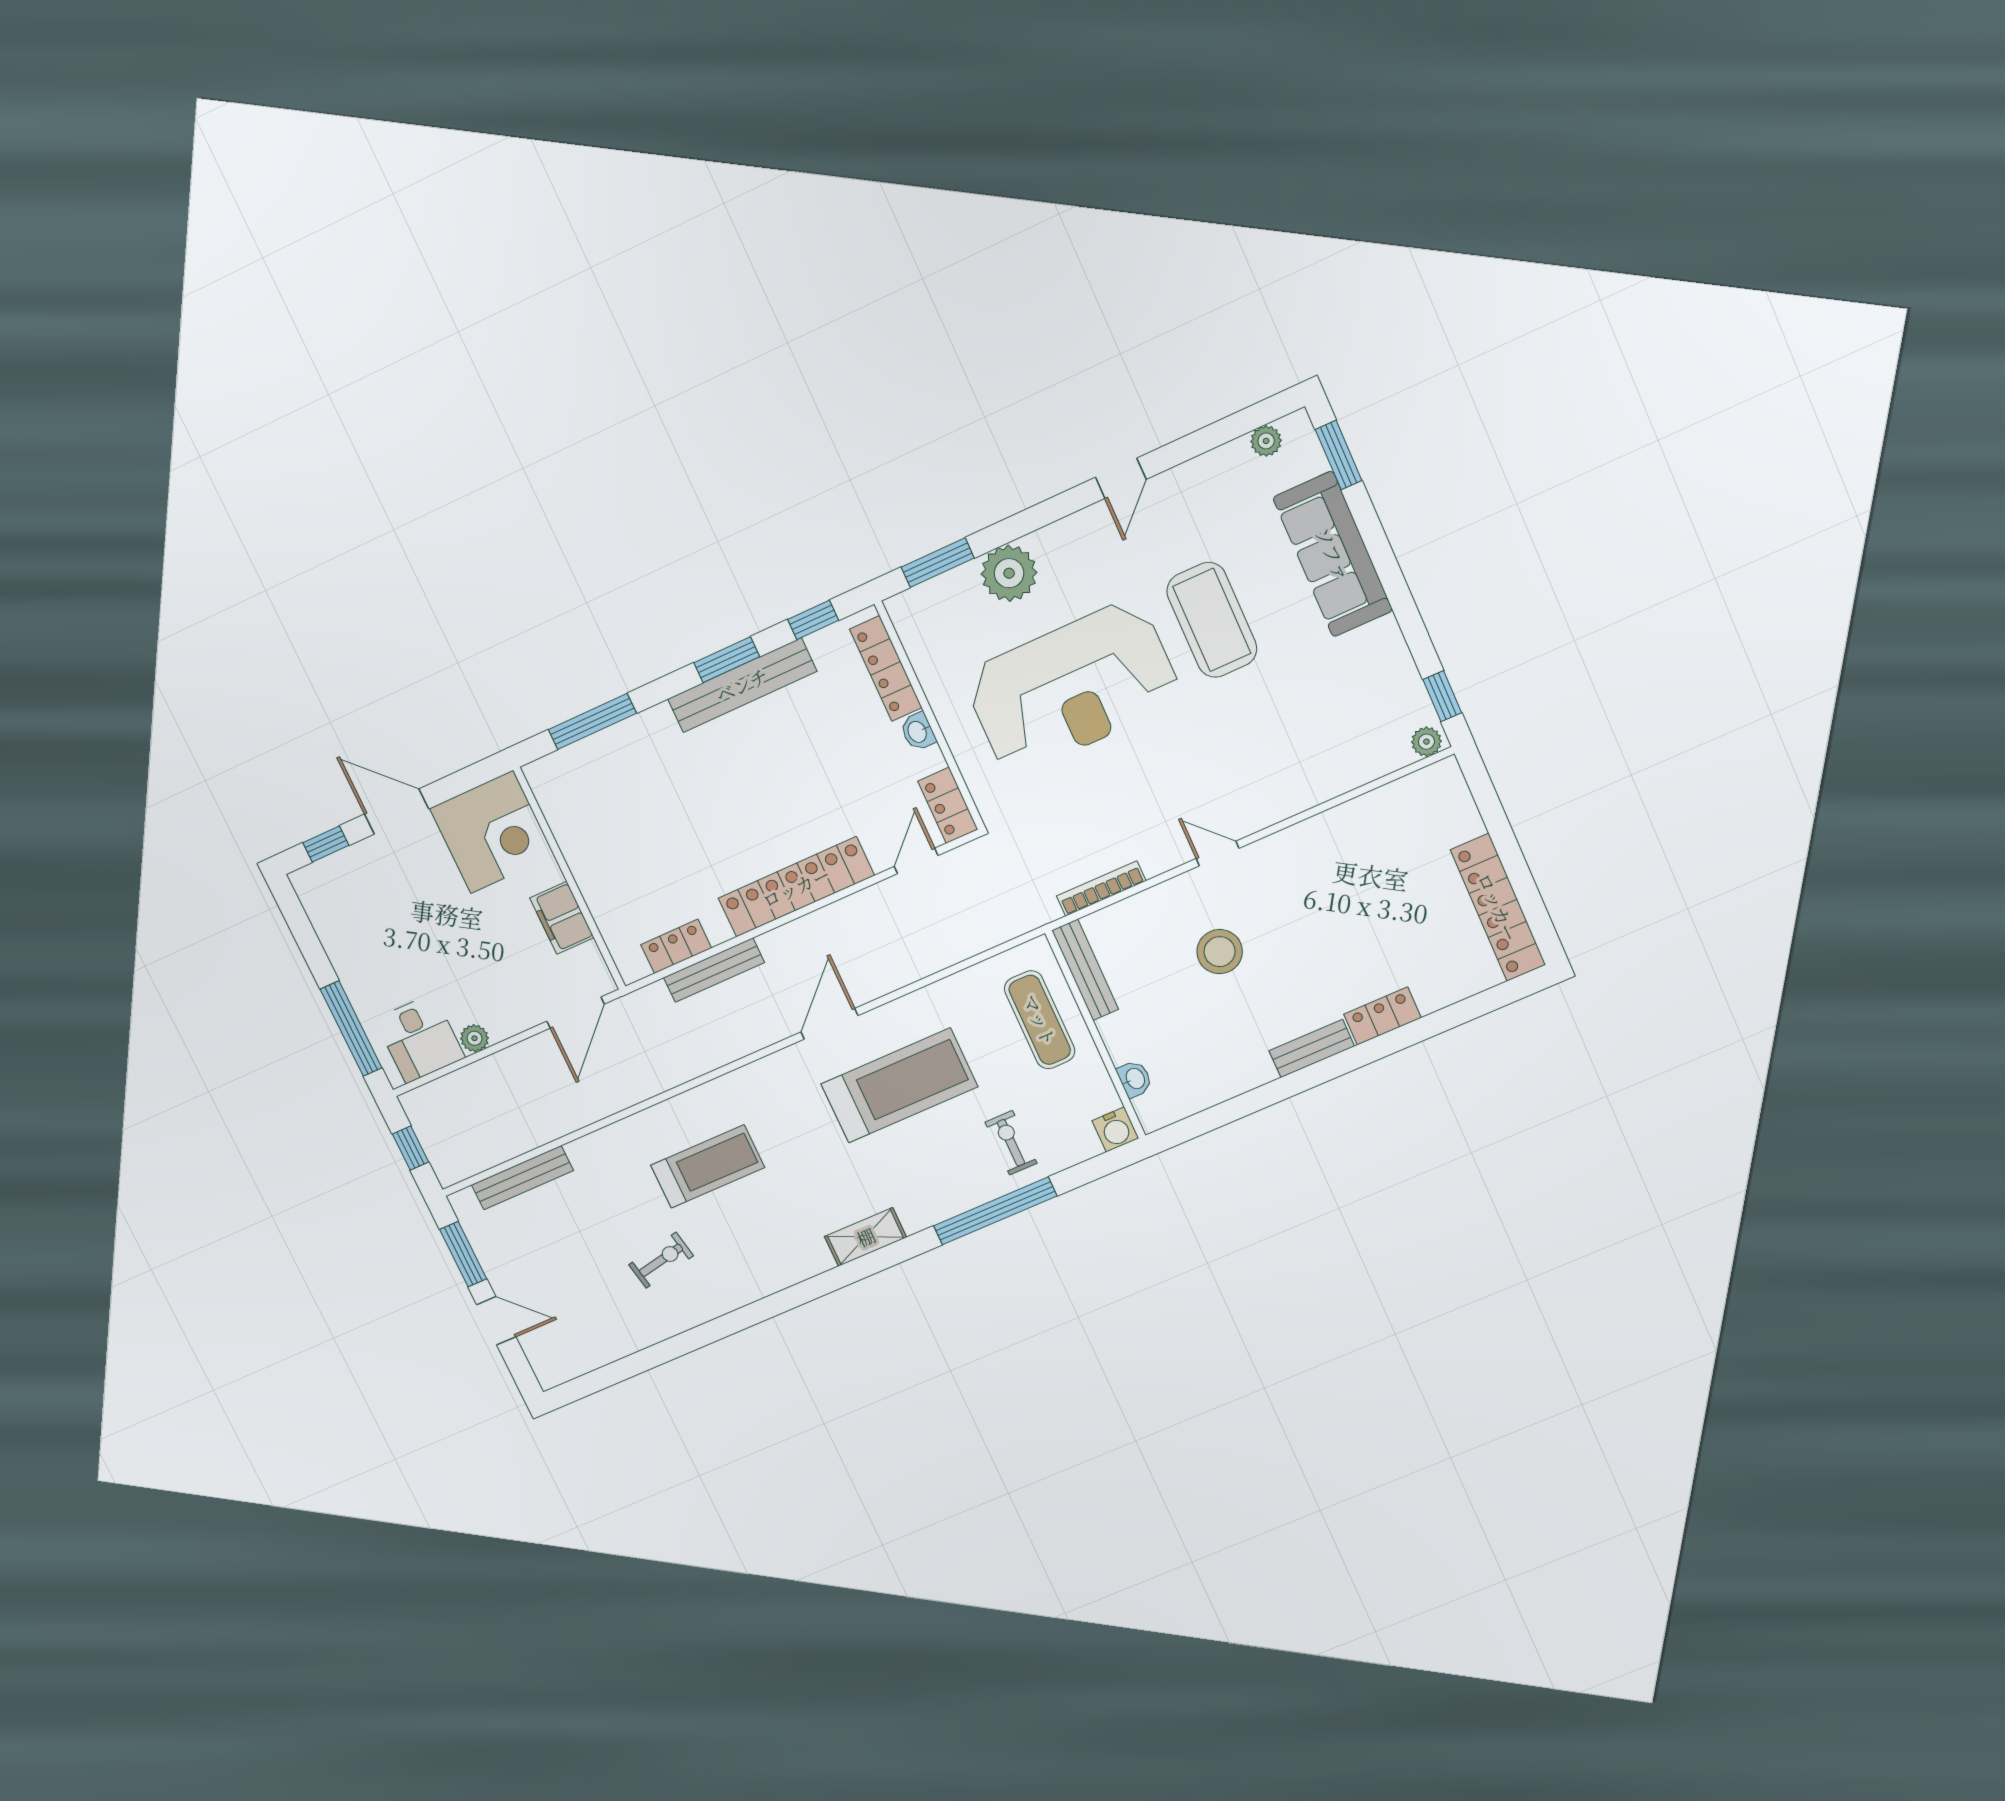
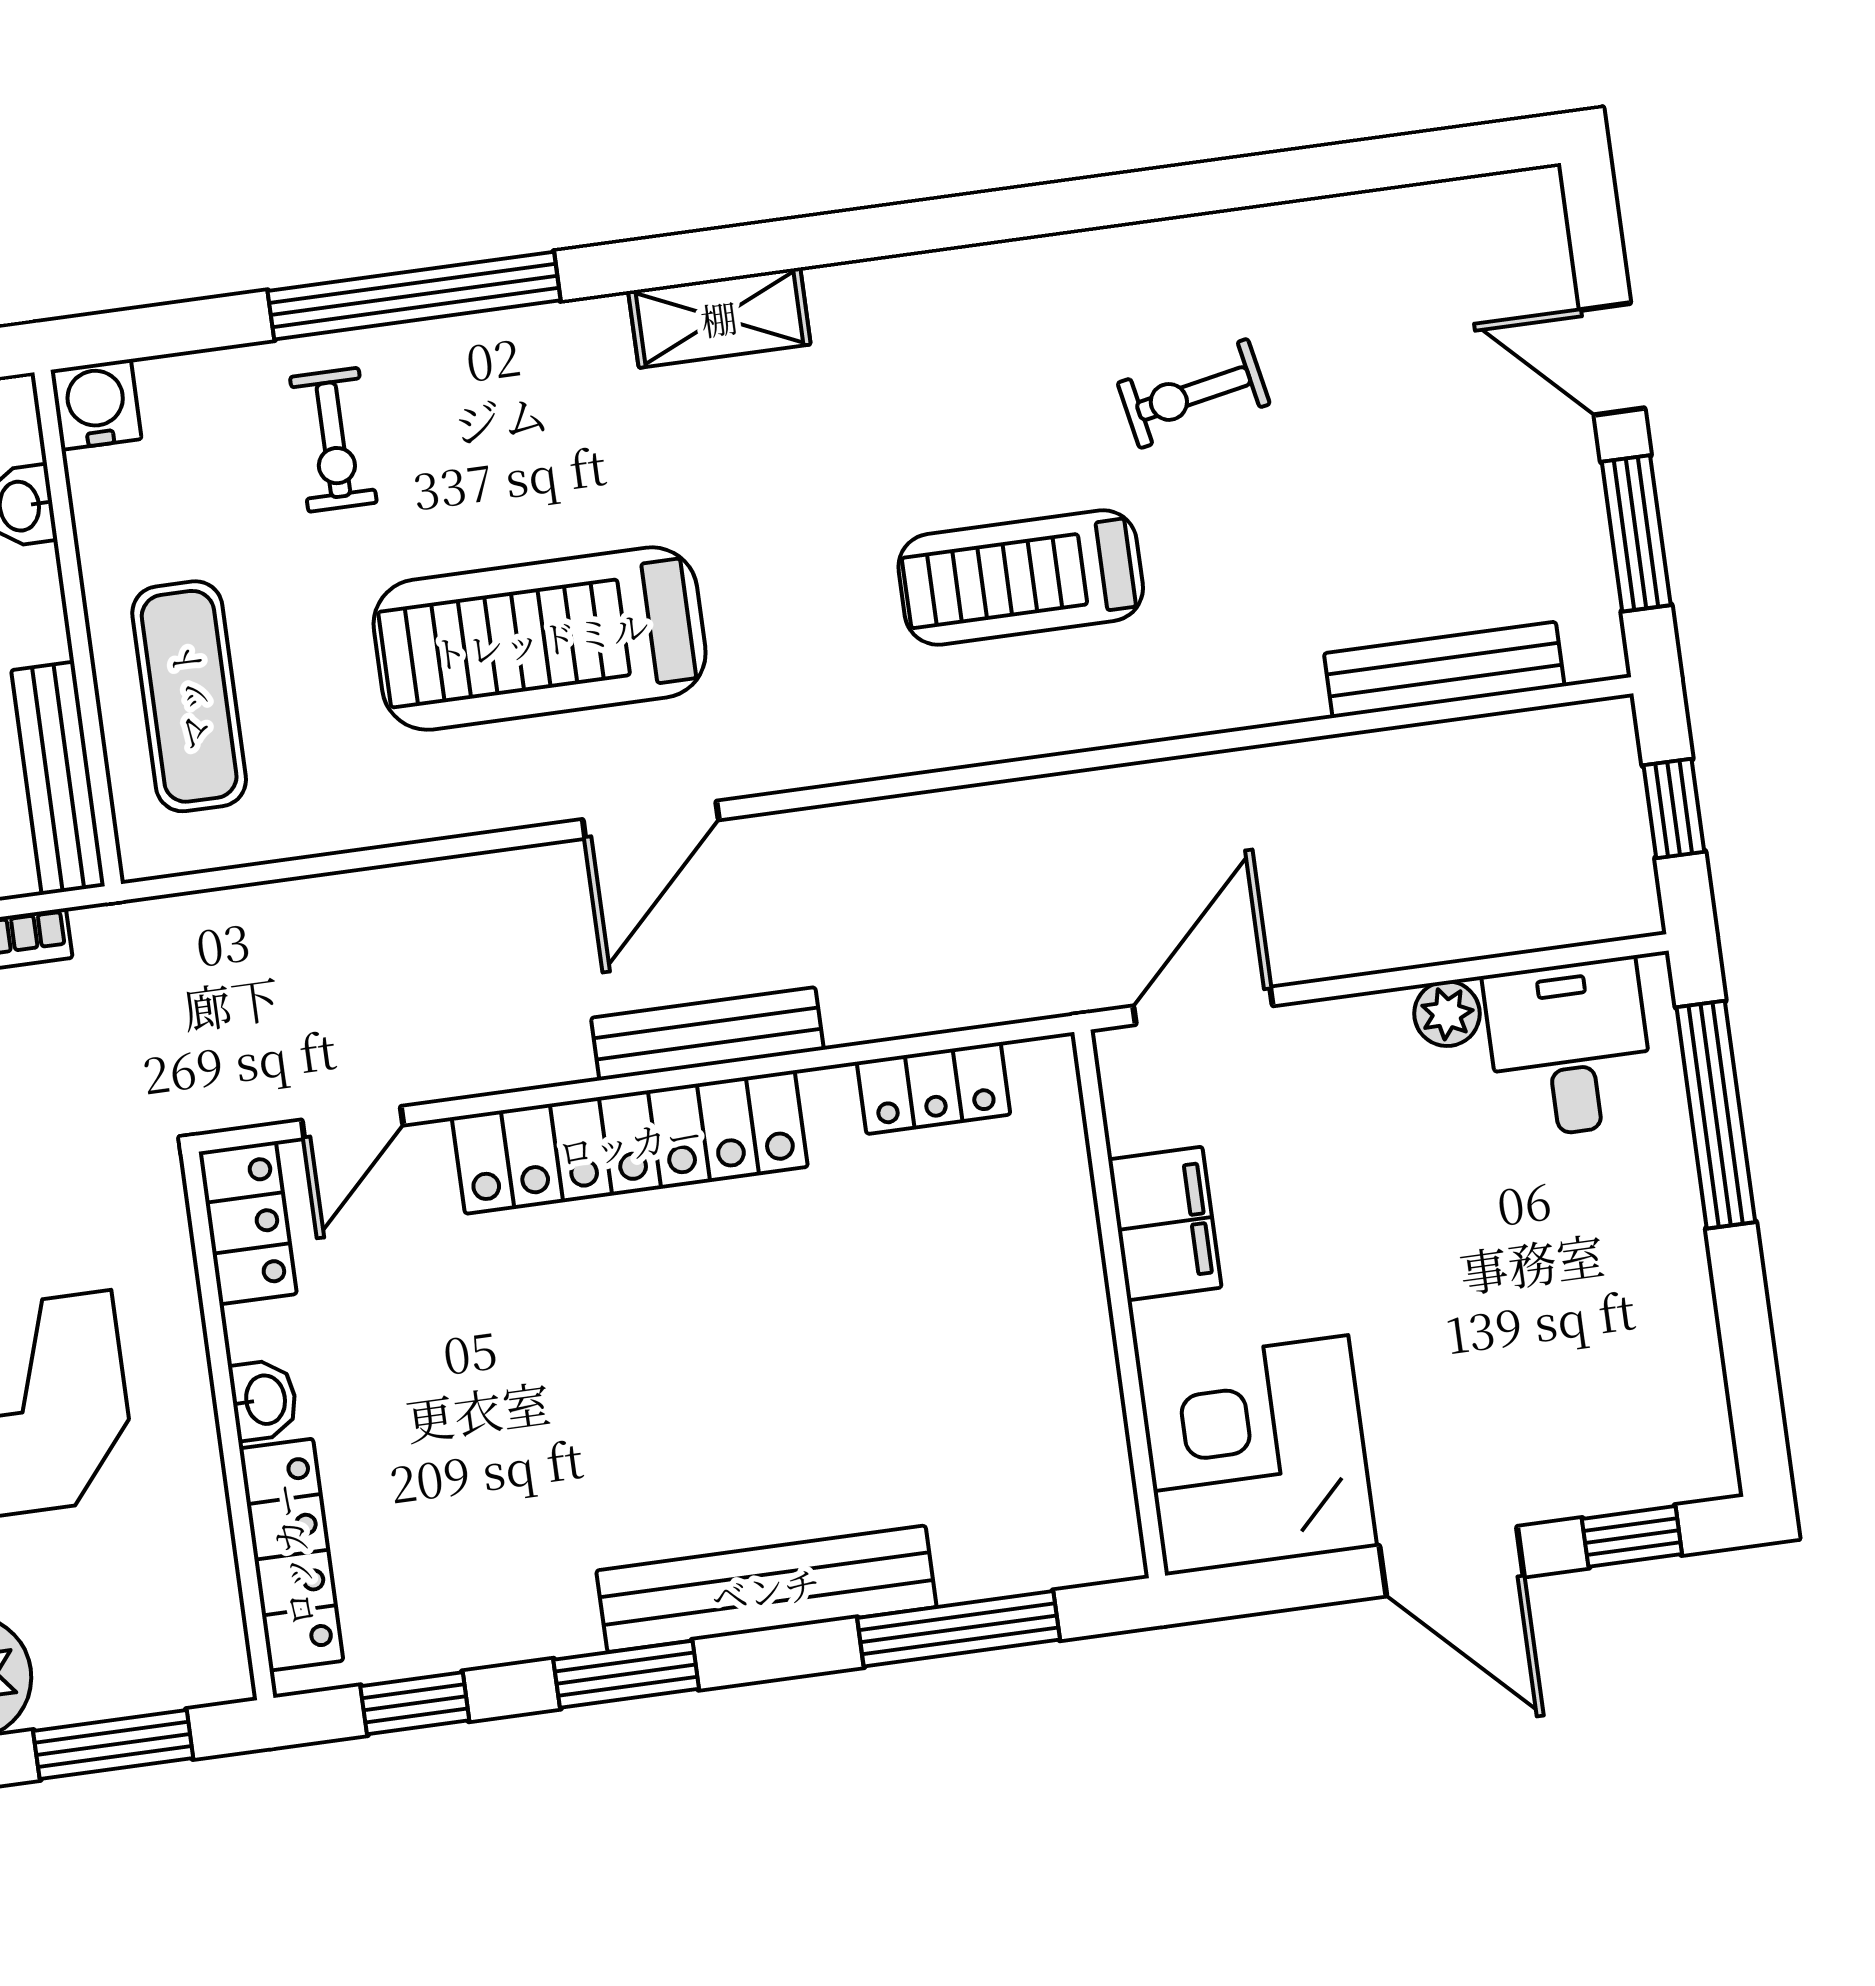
bench: (742, 685) -> (766, 1589), moved
bench: (714, 970) -> (707, 1034), moved

